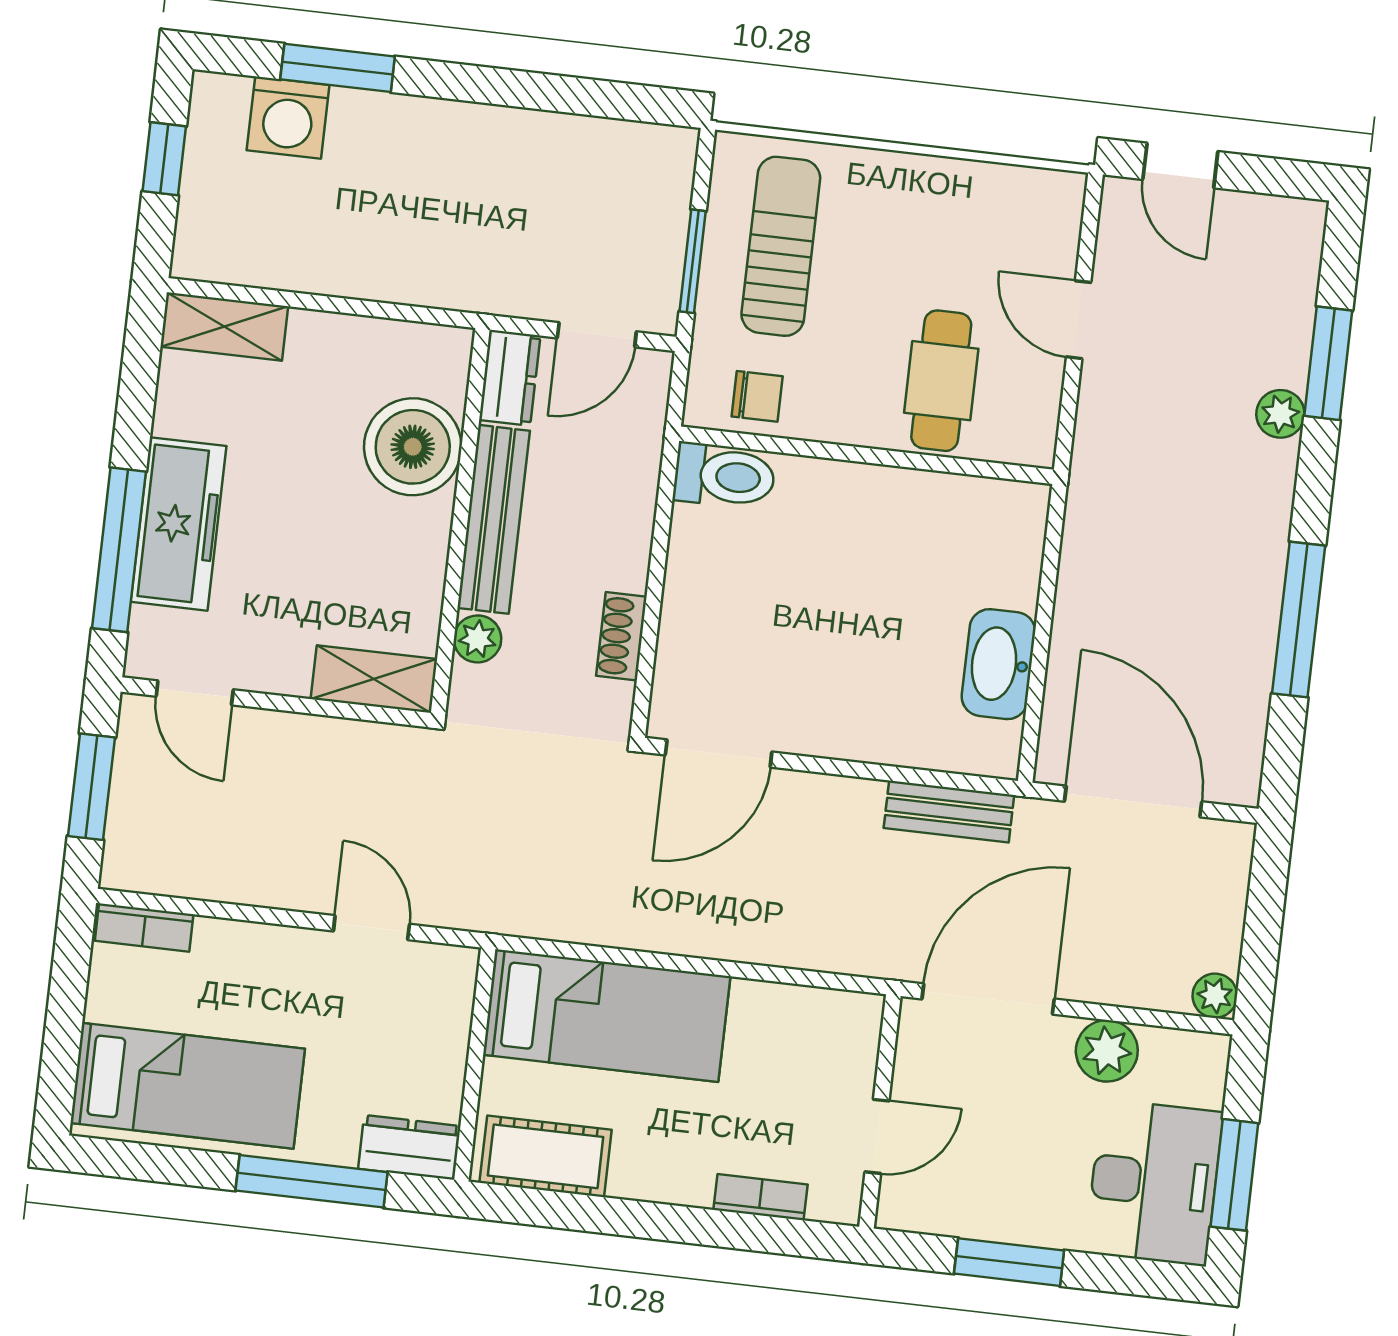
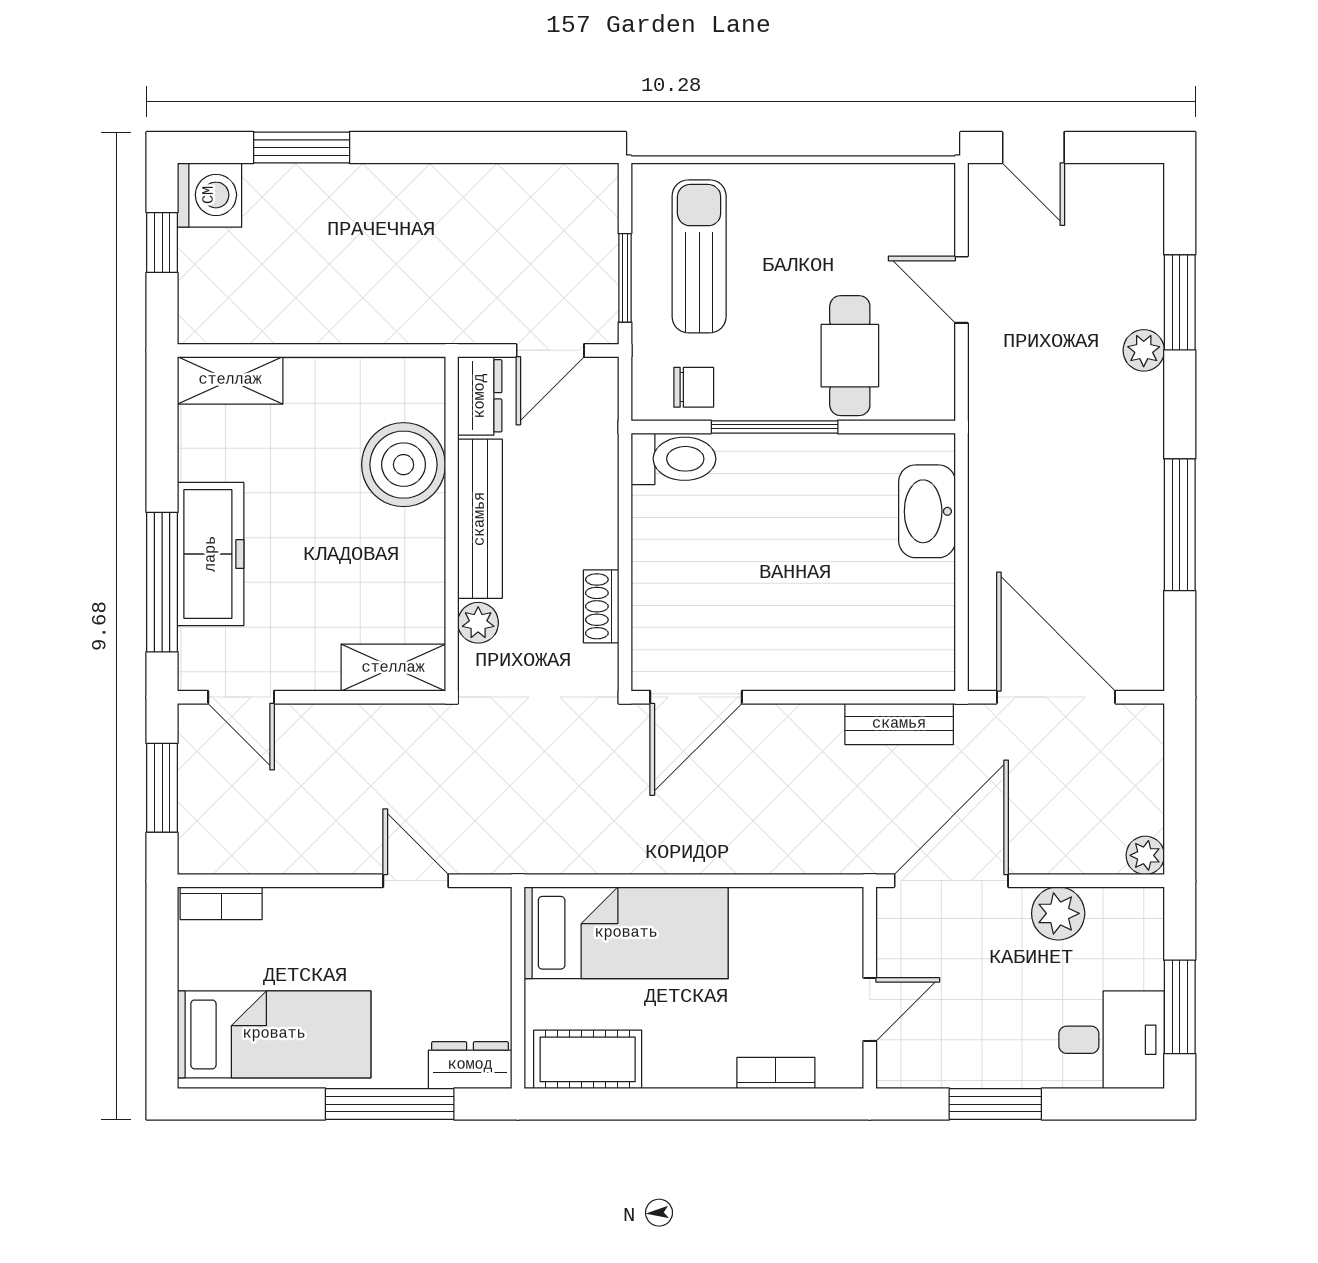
washing machine: (288, 118) -> (209, 195), moved, turned -90
window: (845, 453) -> (775, 427), added
washbasin: (999, 664) -> (927, 511), moved
desk: (1154, 1183) -> (1112, 1040), width x0.73

